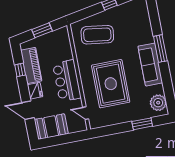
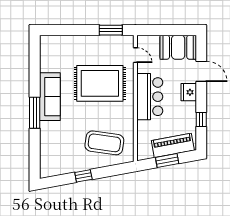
piano: (31, 65) -> (173, 145), moved, turned 80
rug: (111, 84) -> (100, 83), turned 90
plant: (158, 103) -> (49, 51), removed
window: (142, 124) -> (111, 30), moved

